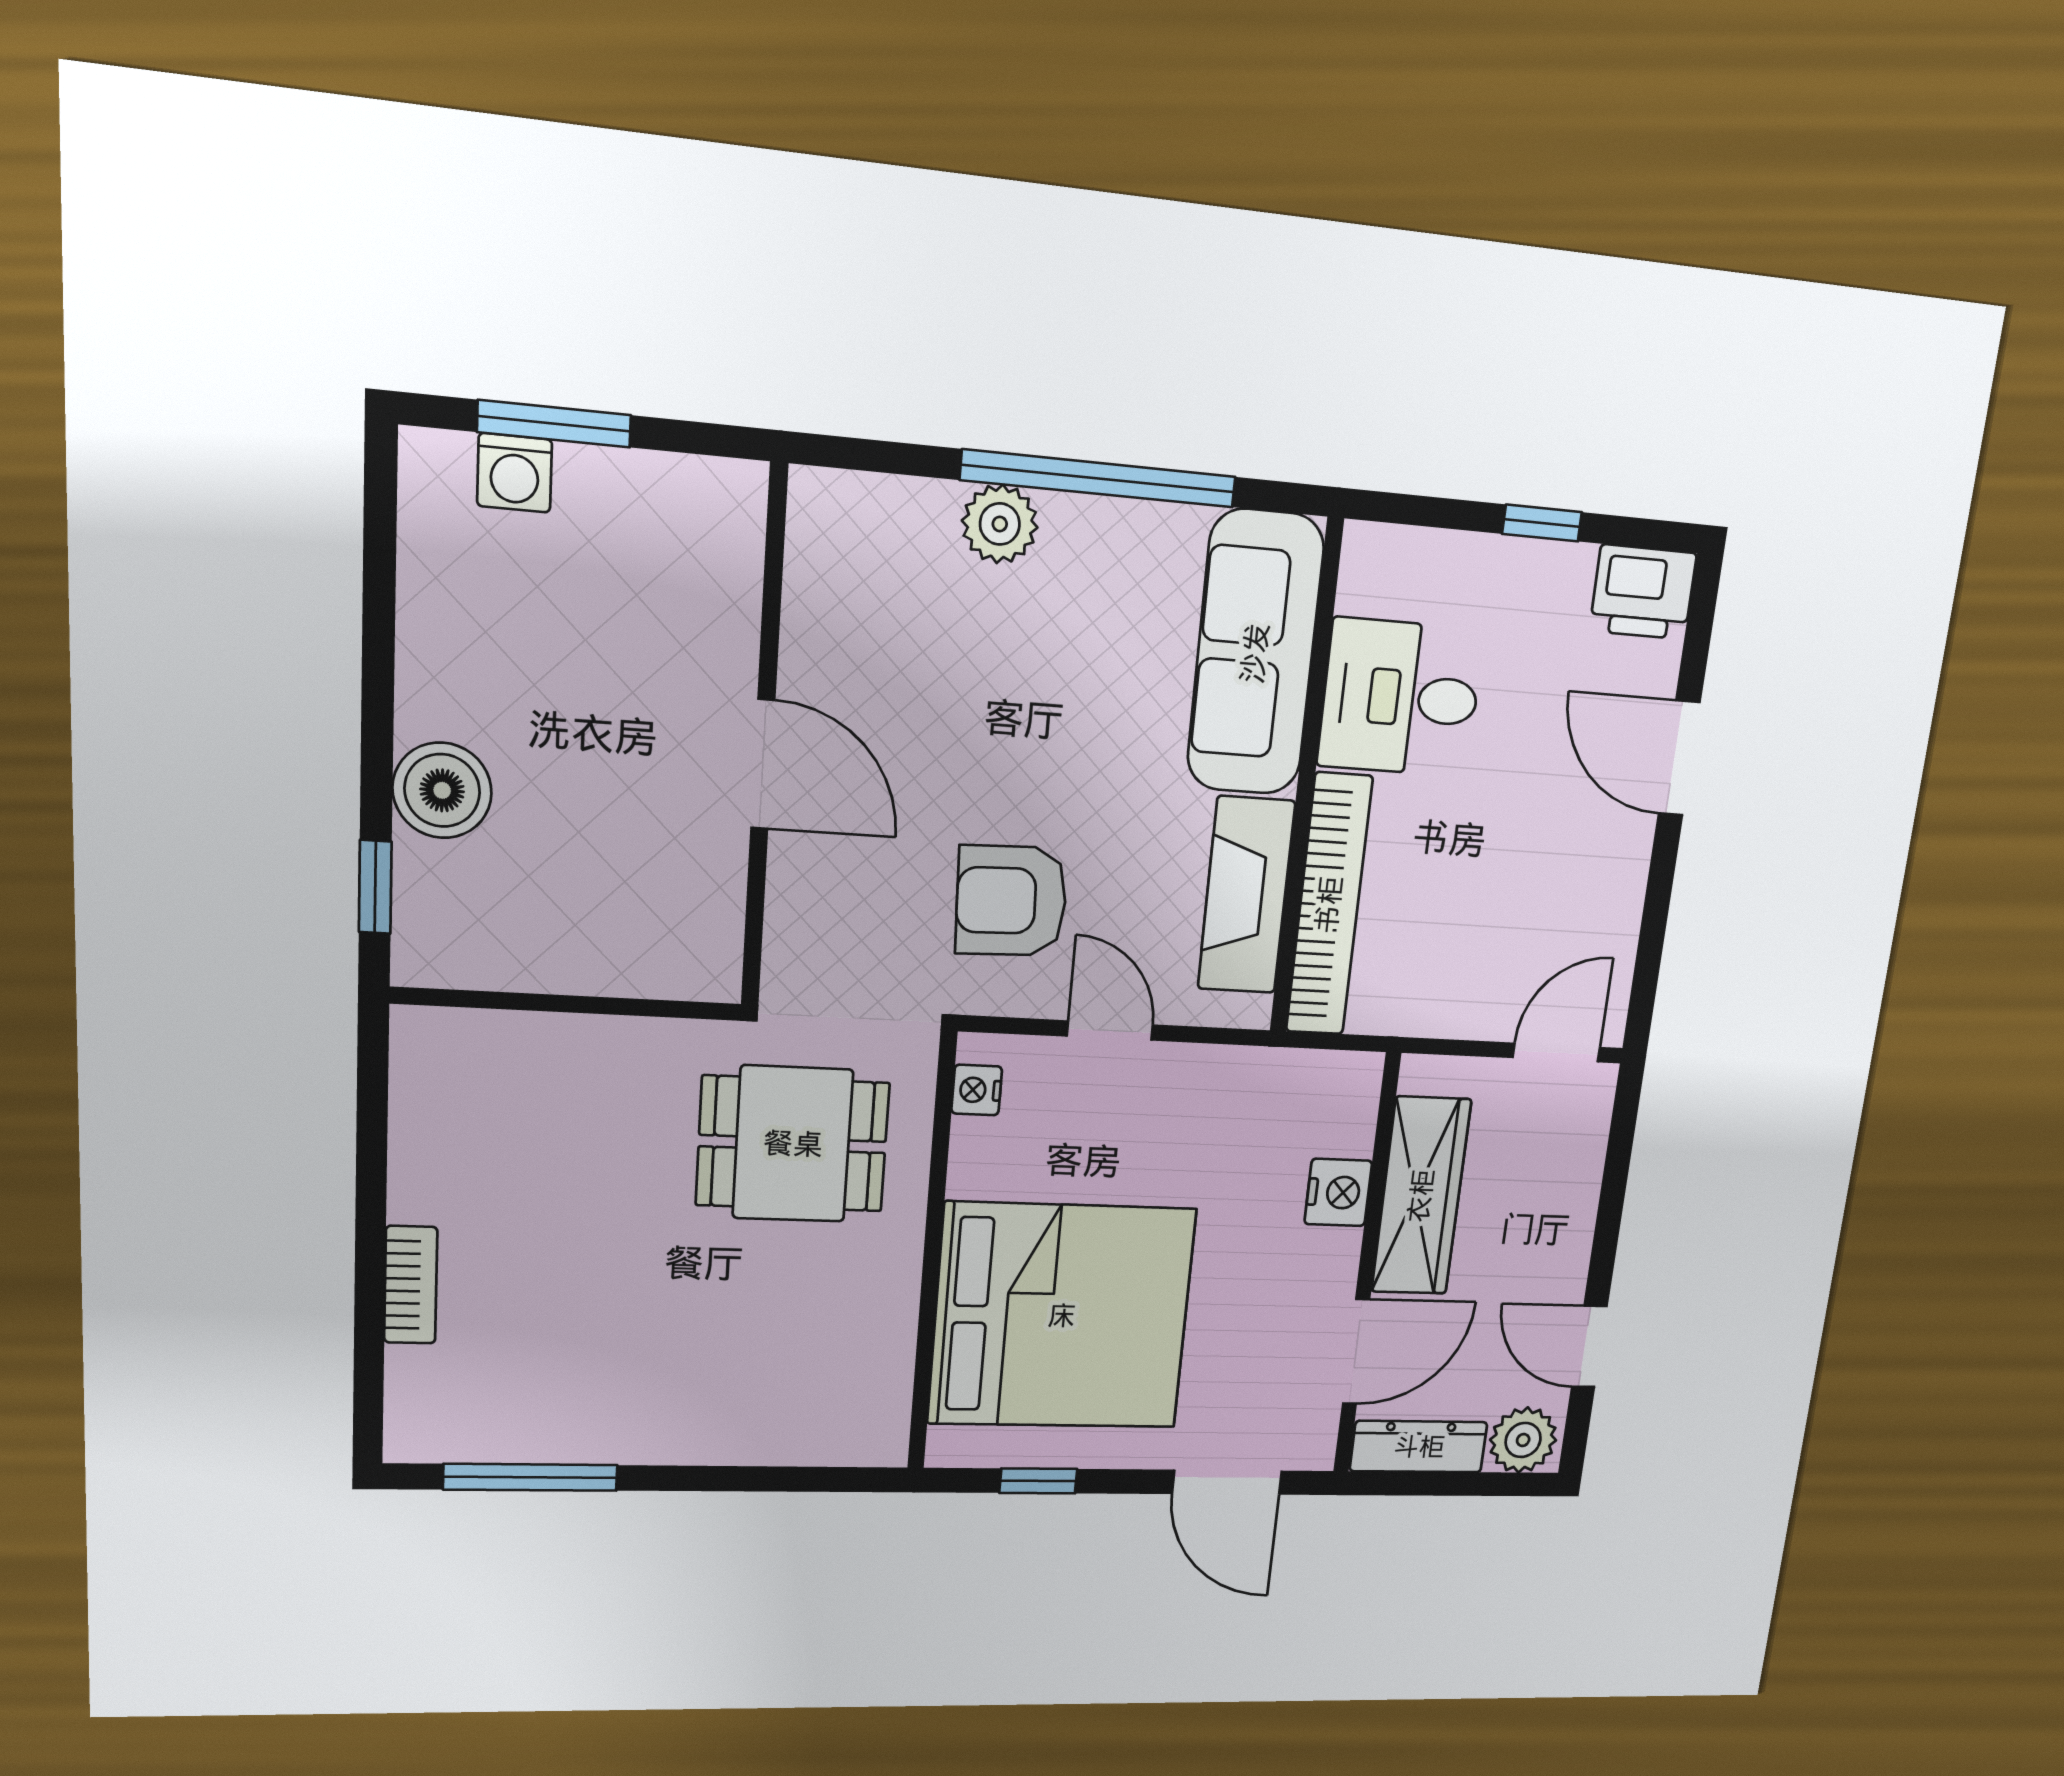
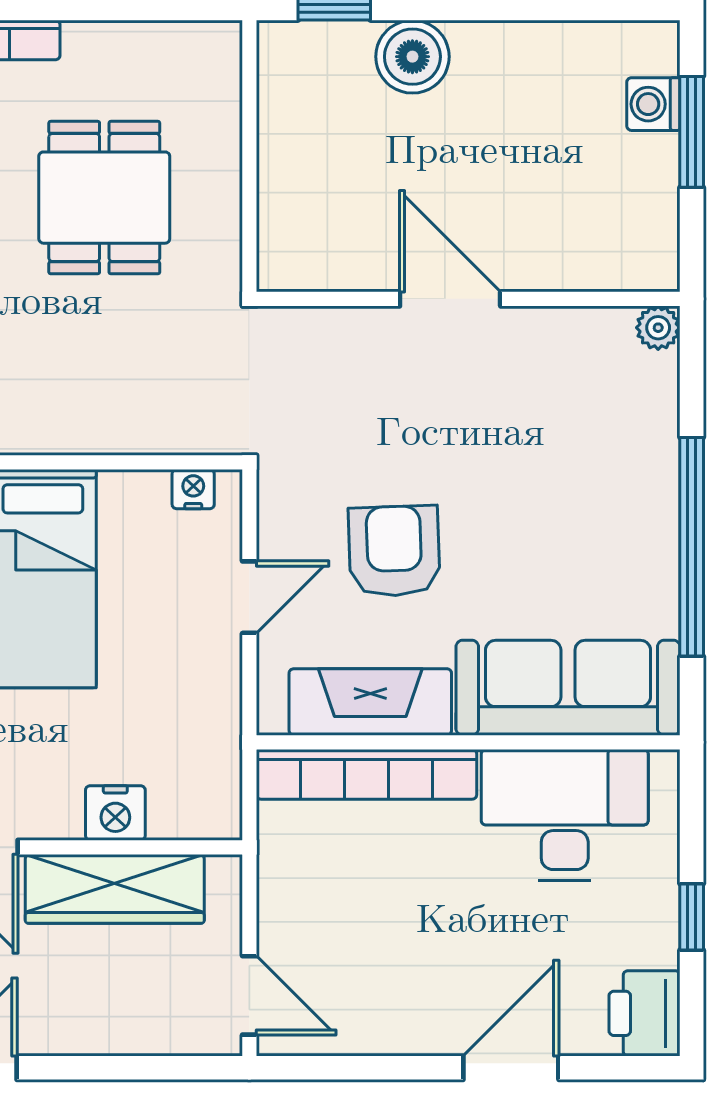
plant: (1000, 524) -> (658, 328), moved, width x0.73, depth x0.73
desk: (1401, 698) -> (565, 815), width x1.37
door: (763, 764) -> (450, 299), swing flipped
armchair: (1011, 901) -> (394, 551), moved
dining table: (793, 1144) -> (104, 198), moved

